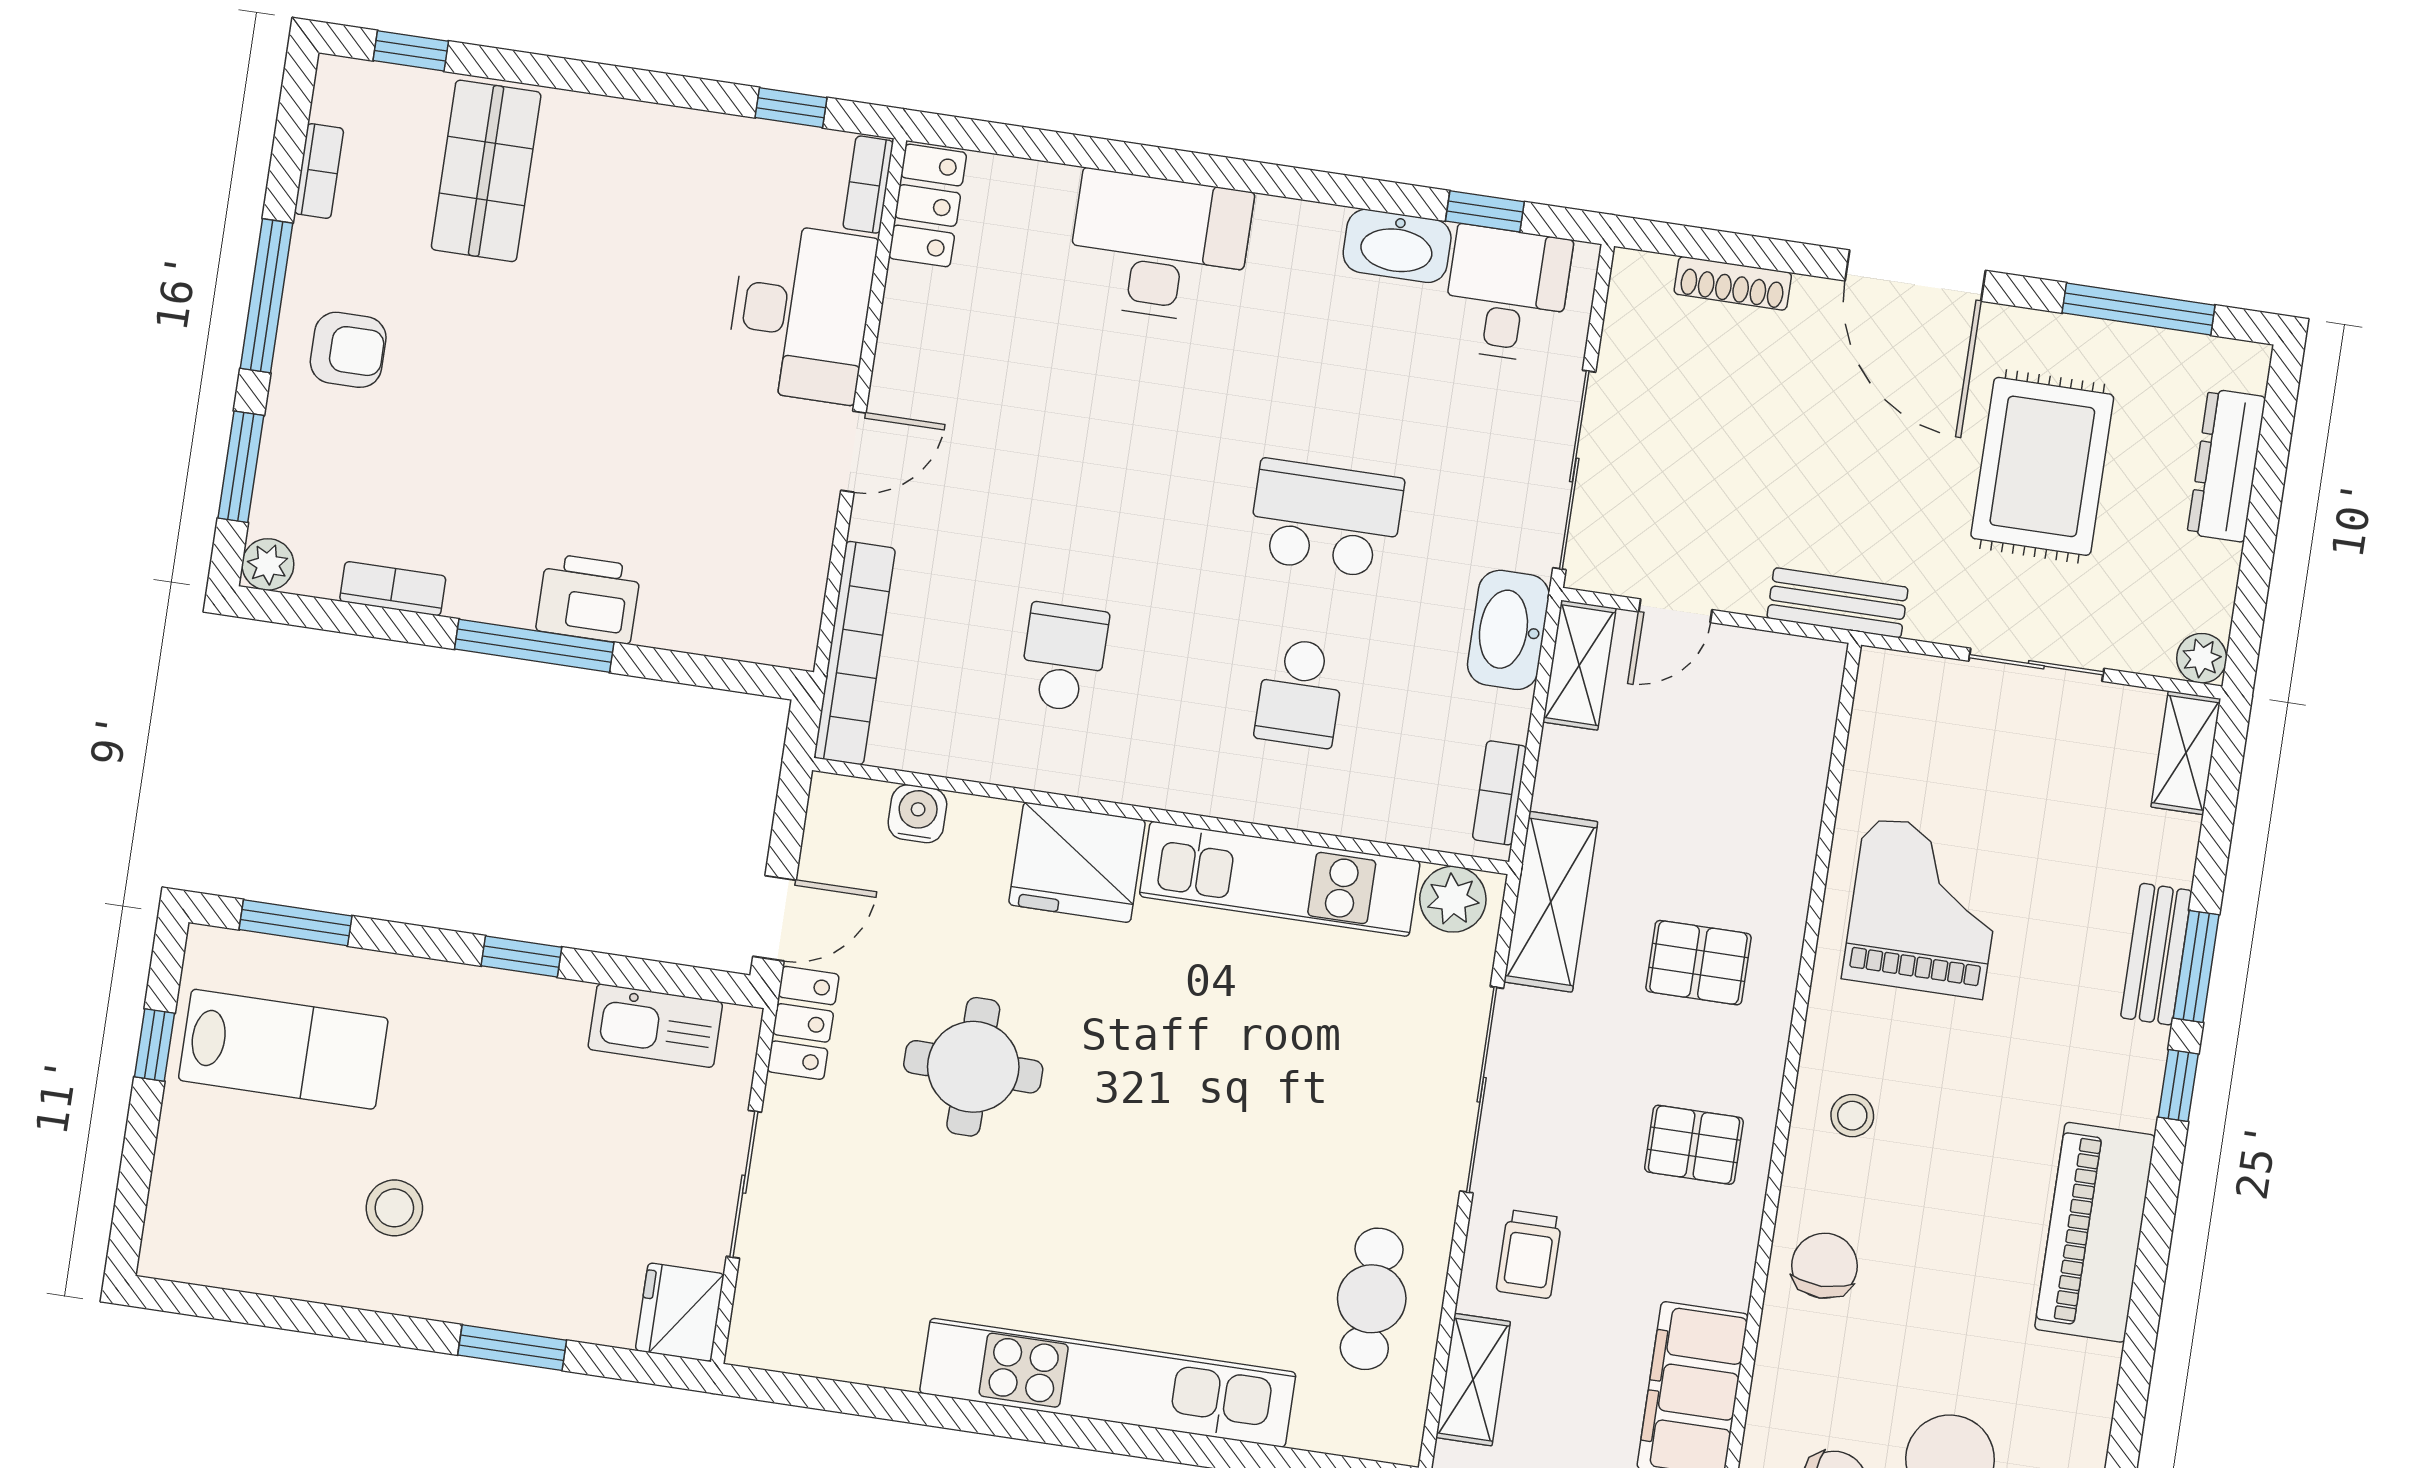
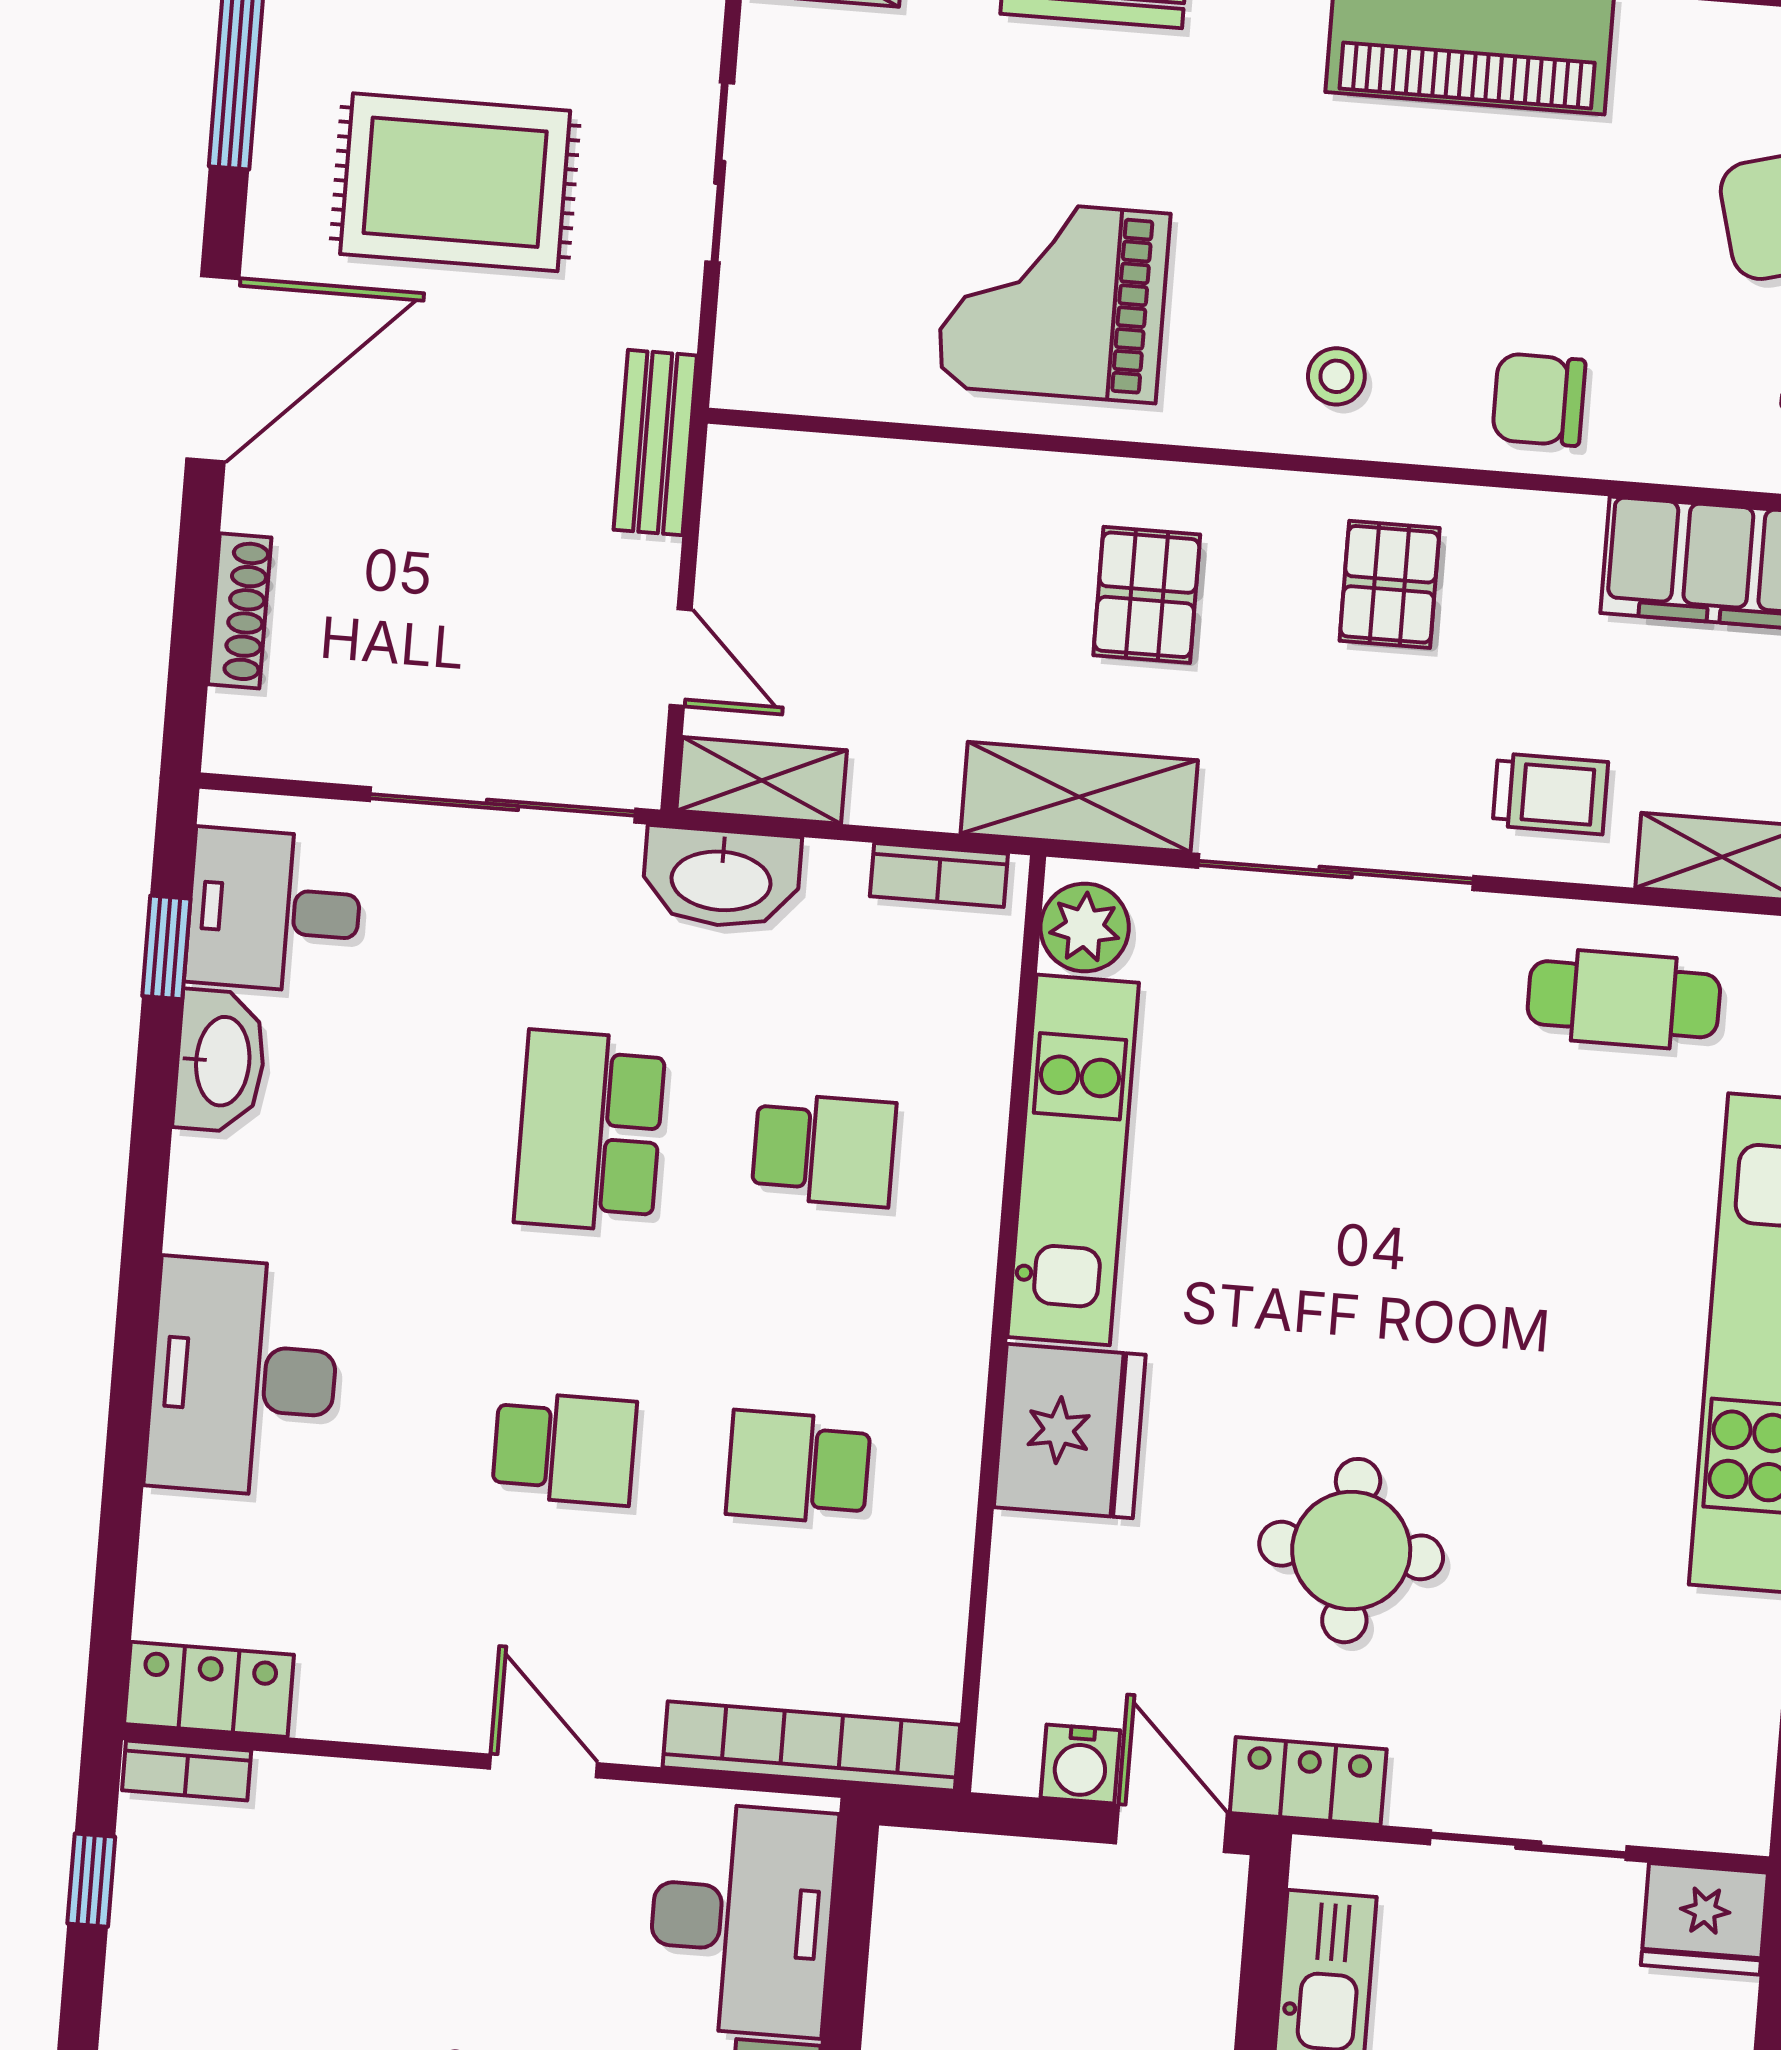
desk: (801, 313) -> (742, 1919), moved, turned 90
school desk: (1090, 483) -> (564, 1448), added
water cooler: (917, 814) -> (1080, 1764), moved, turned -90

